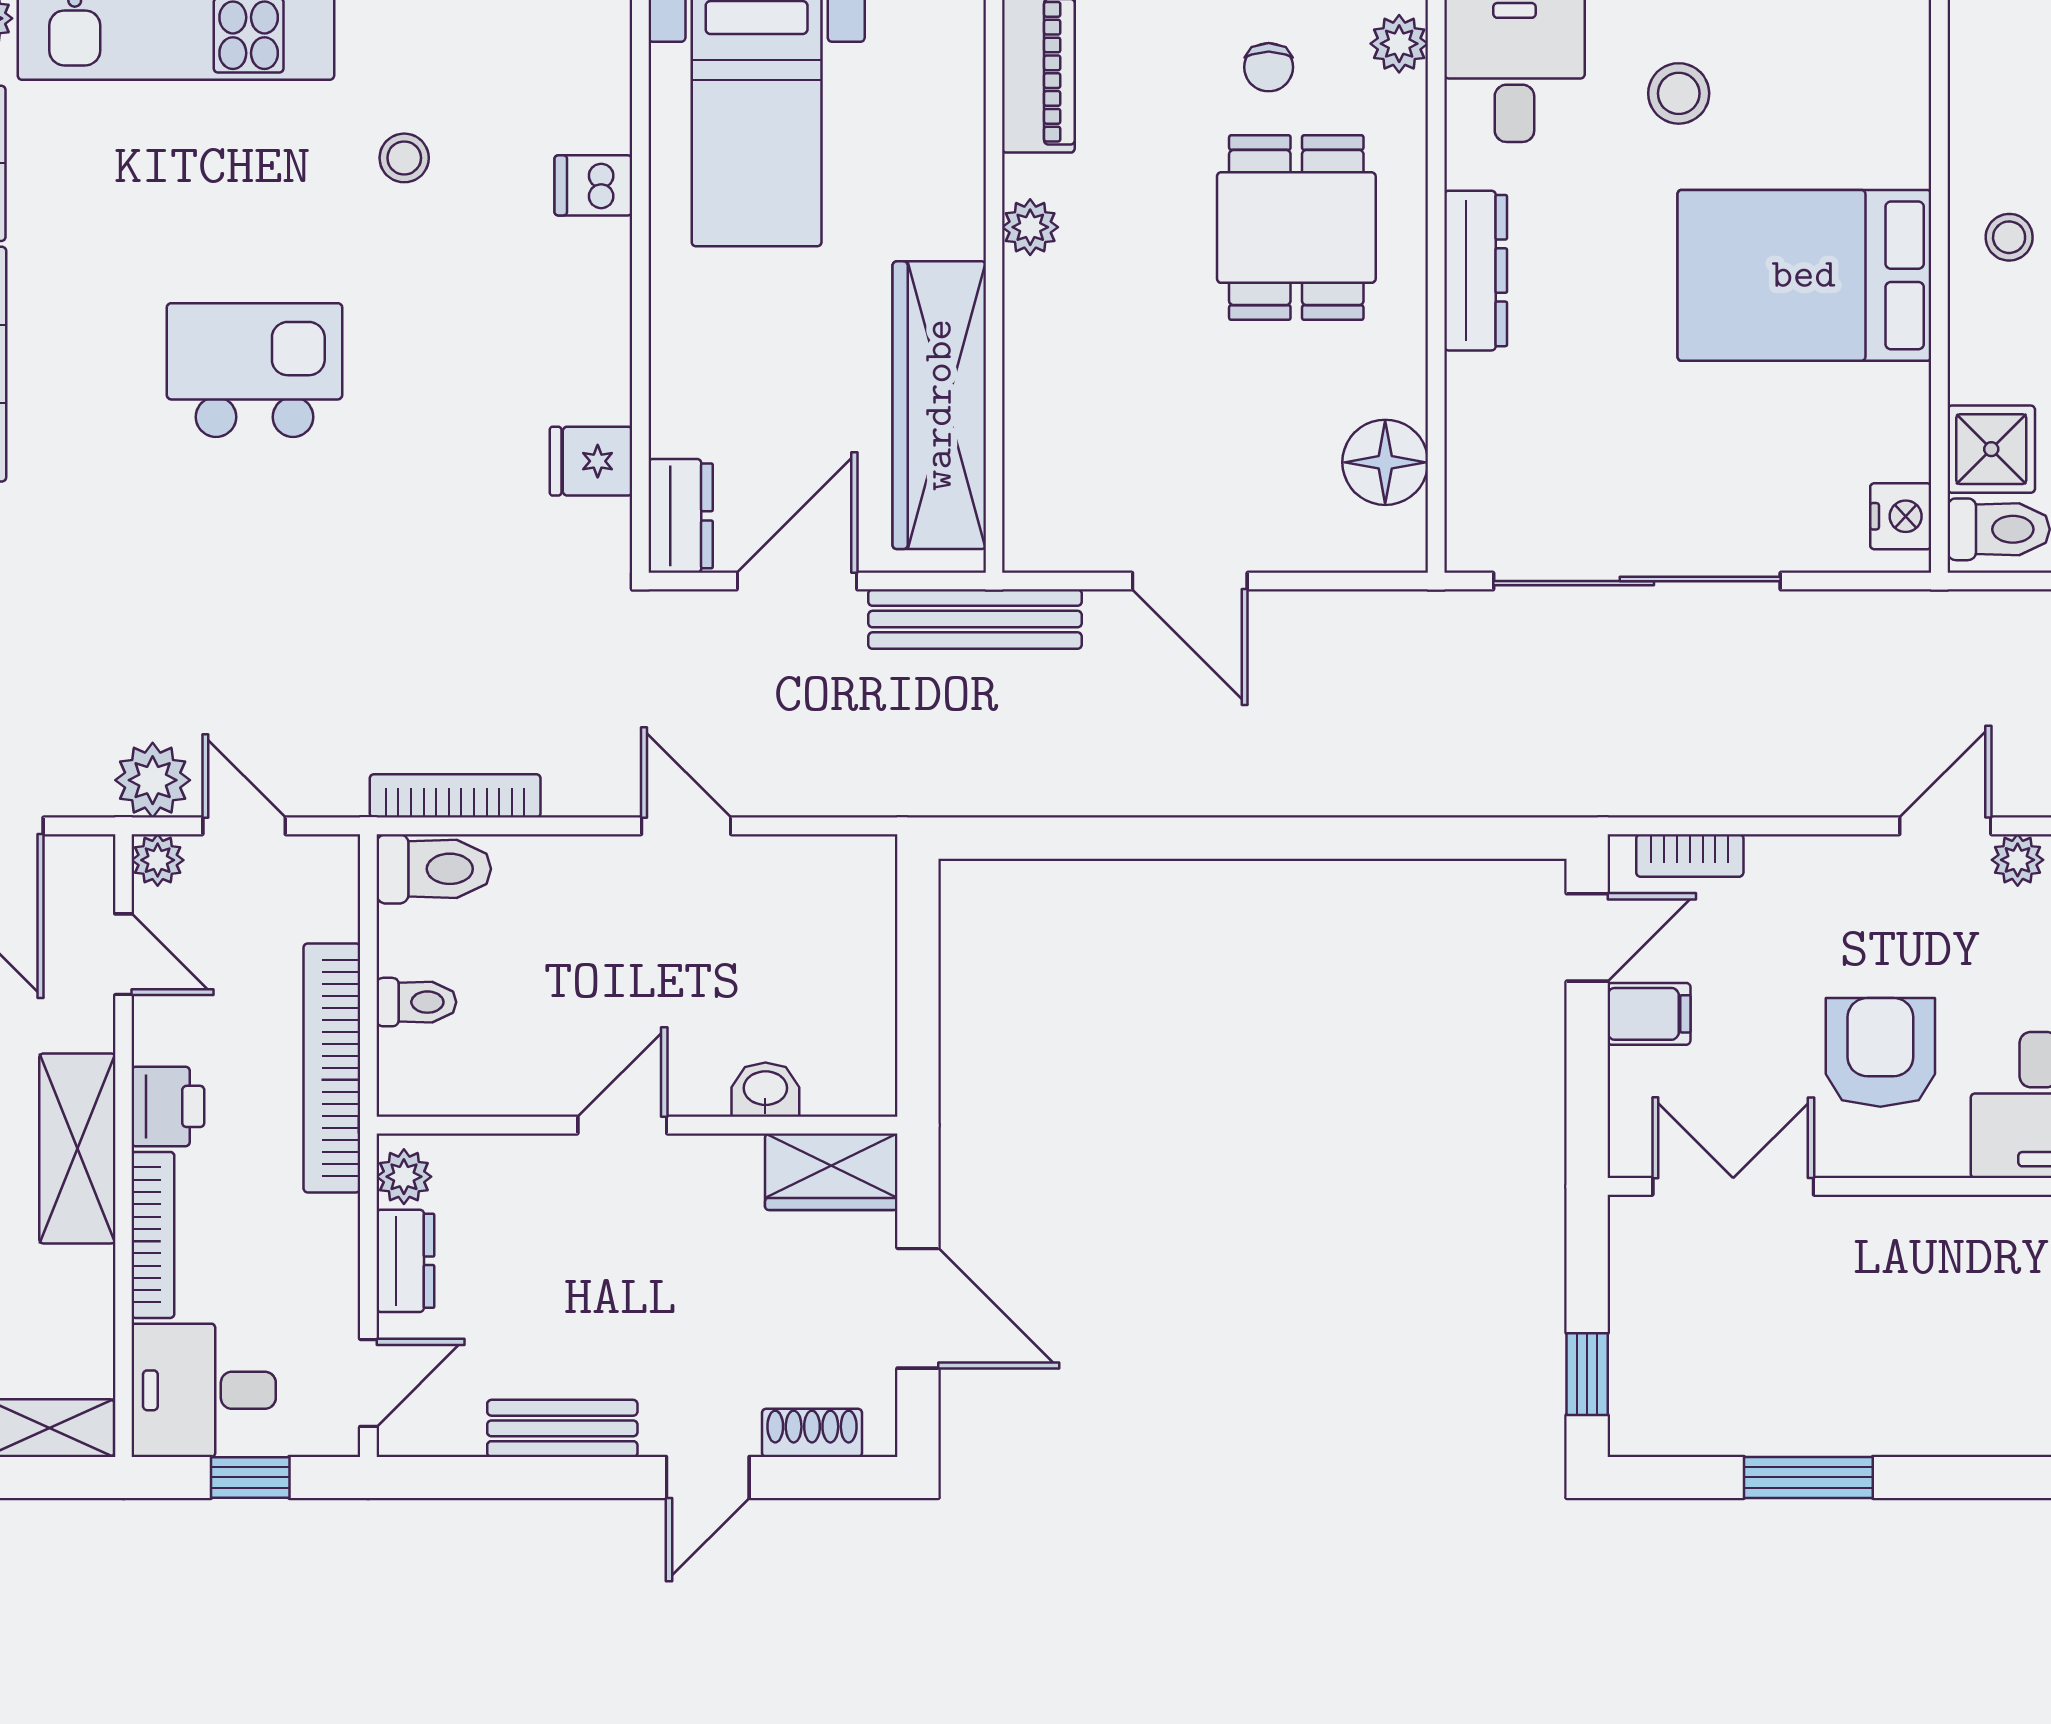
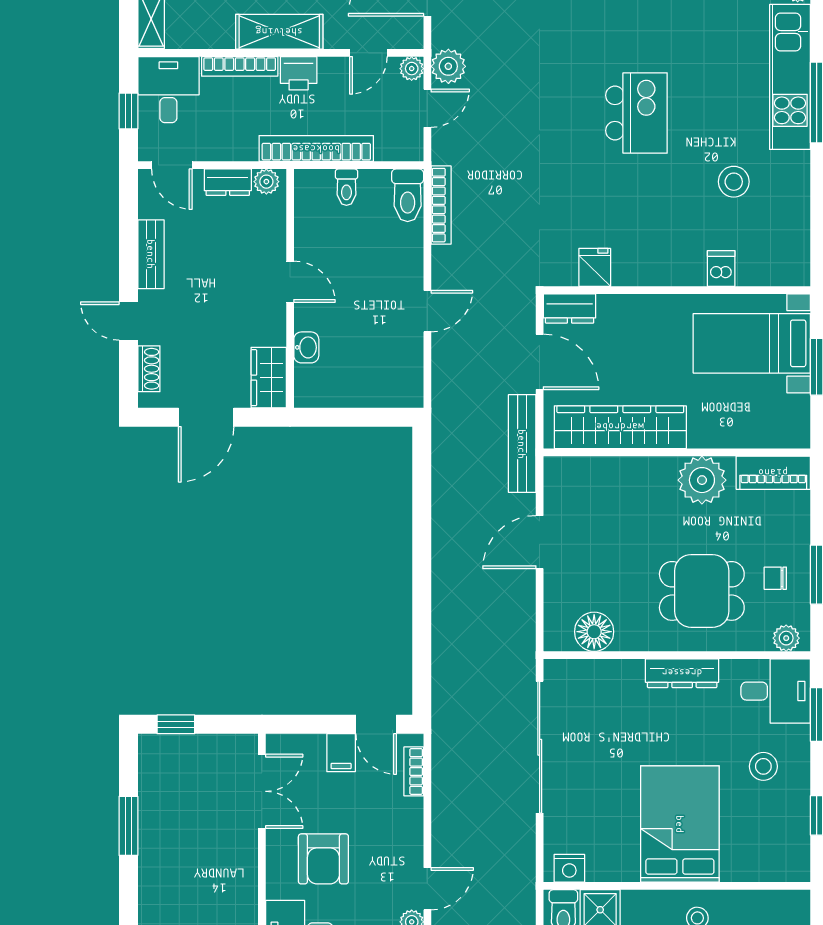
stool: (404, 158) -> (734, 182), width x1.37, depth x1.37
plant: (1030, 227) -> (702, 480), width x1.88, depth x1.88
door: (1945, 826) -> (427, 889), hinge flipped
armchair: (1880, 1052) -> (323, 859), turned 90

